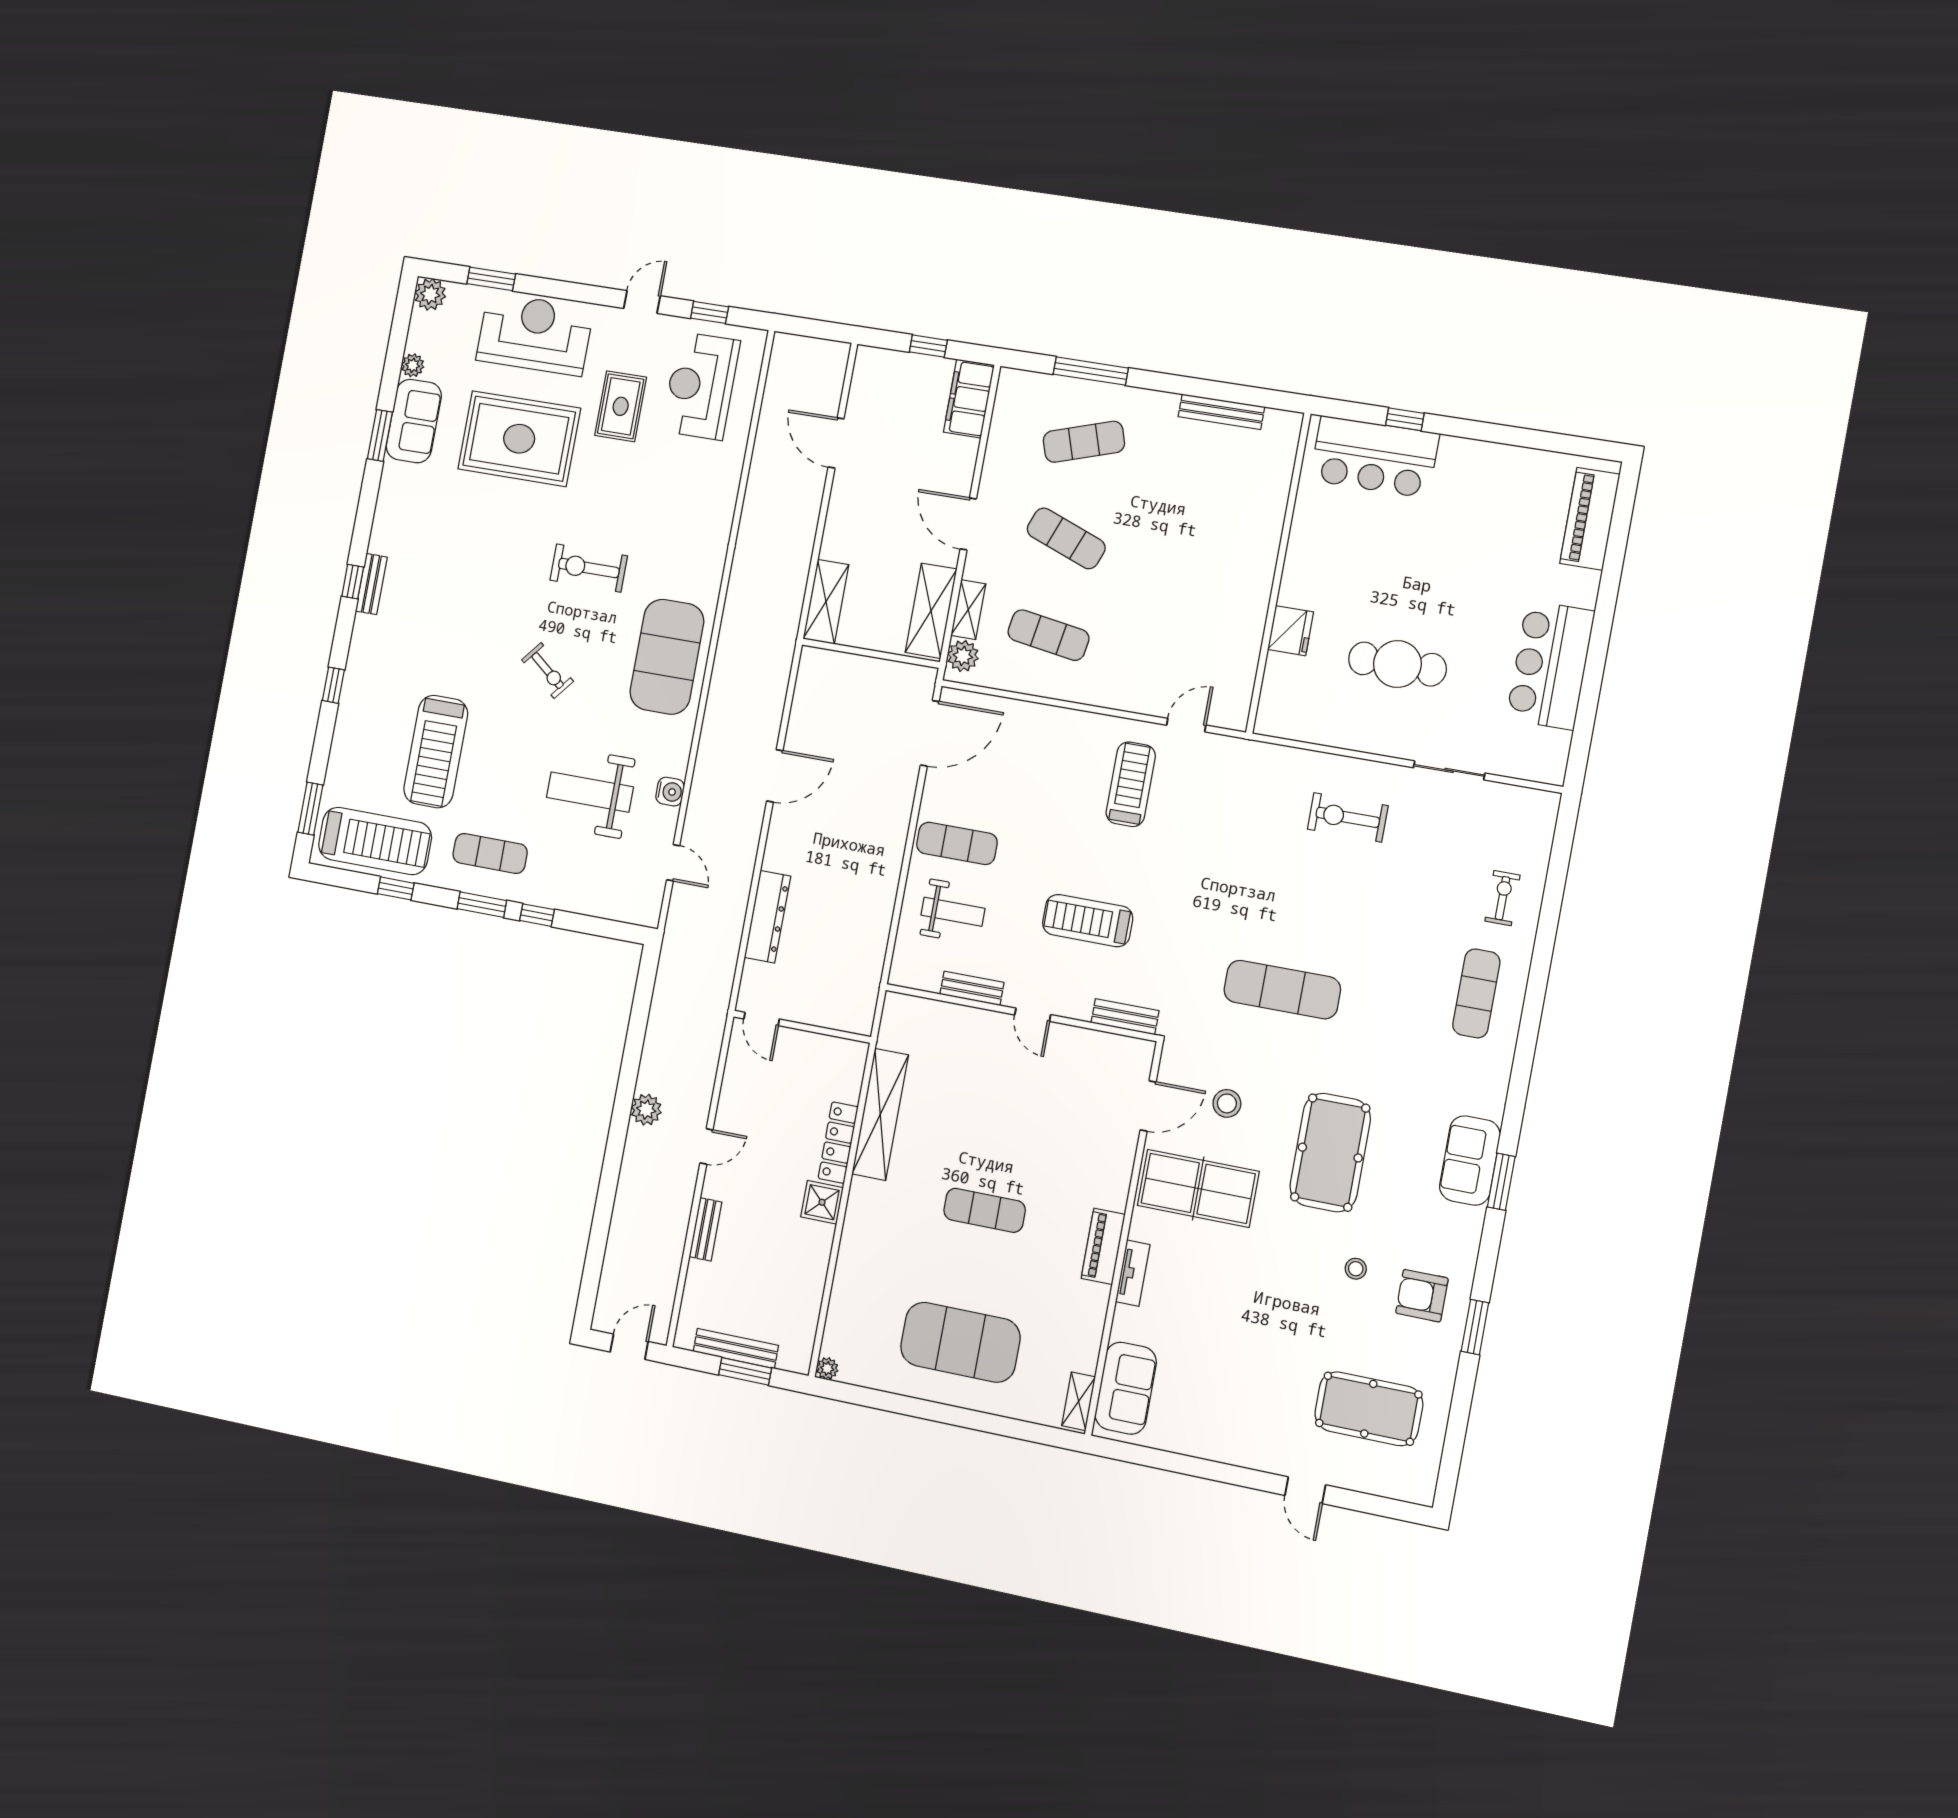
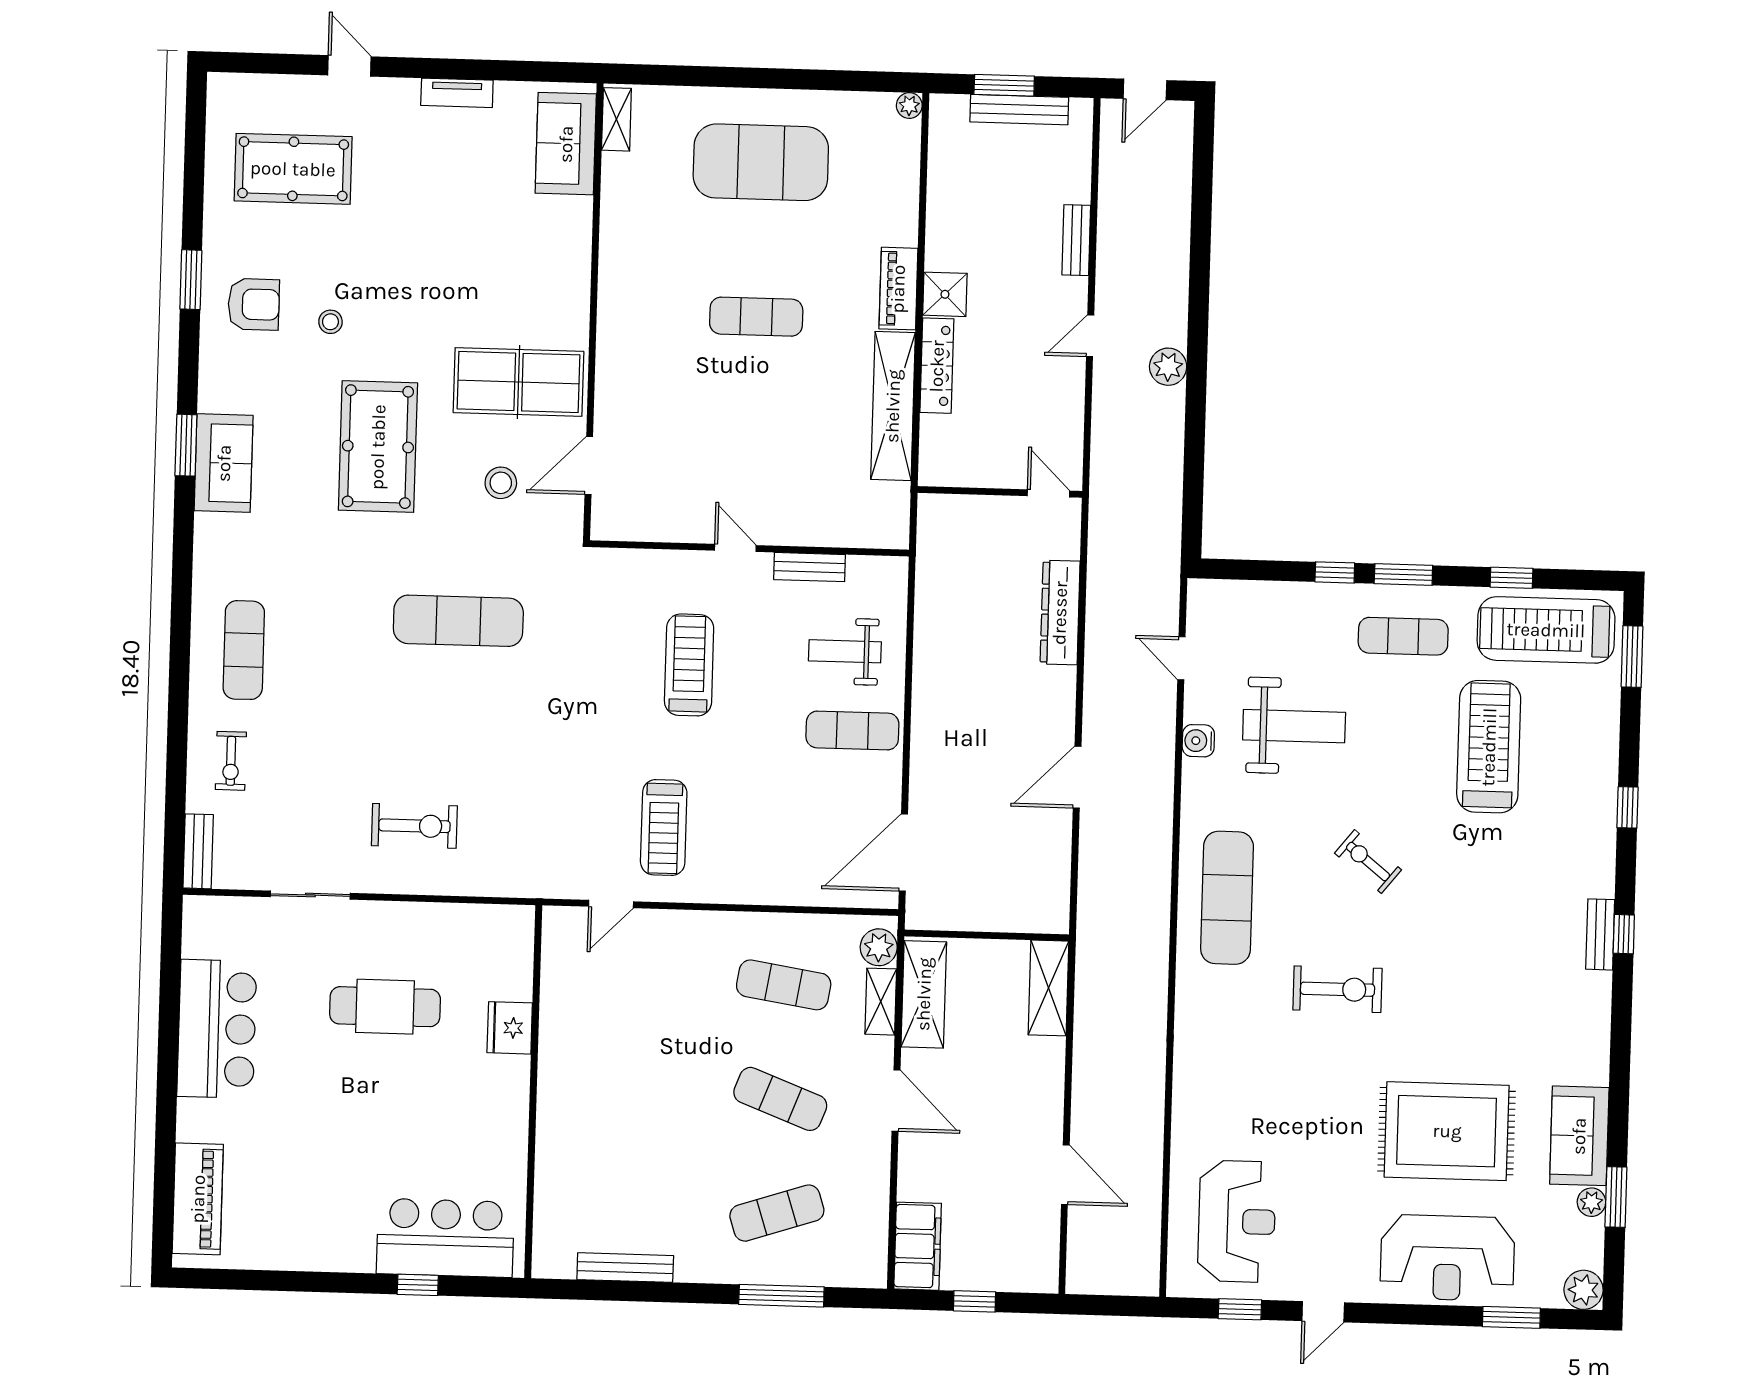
rug: (621, 406) -> (1329, 1185), removed
window: (380, 435) -> (1616, 1197), moved
exercise mat: (667, 657) -> (1227, 898), width x0.68
treadmill: (1088, 921) -> (689, 665), turned -90
bench: (1125, 1017) -> (198, 851), moved, turned 90
piano: (1103, 1246) -> (898, 289), moved, turned 180
tv unit: (1133, 1273) -> (457, 93), moved, turned -90

